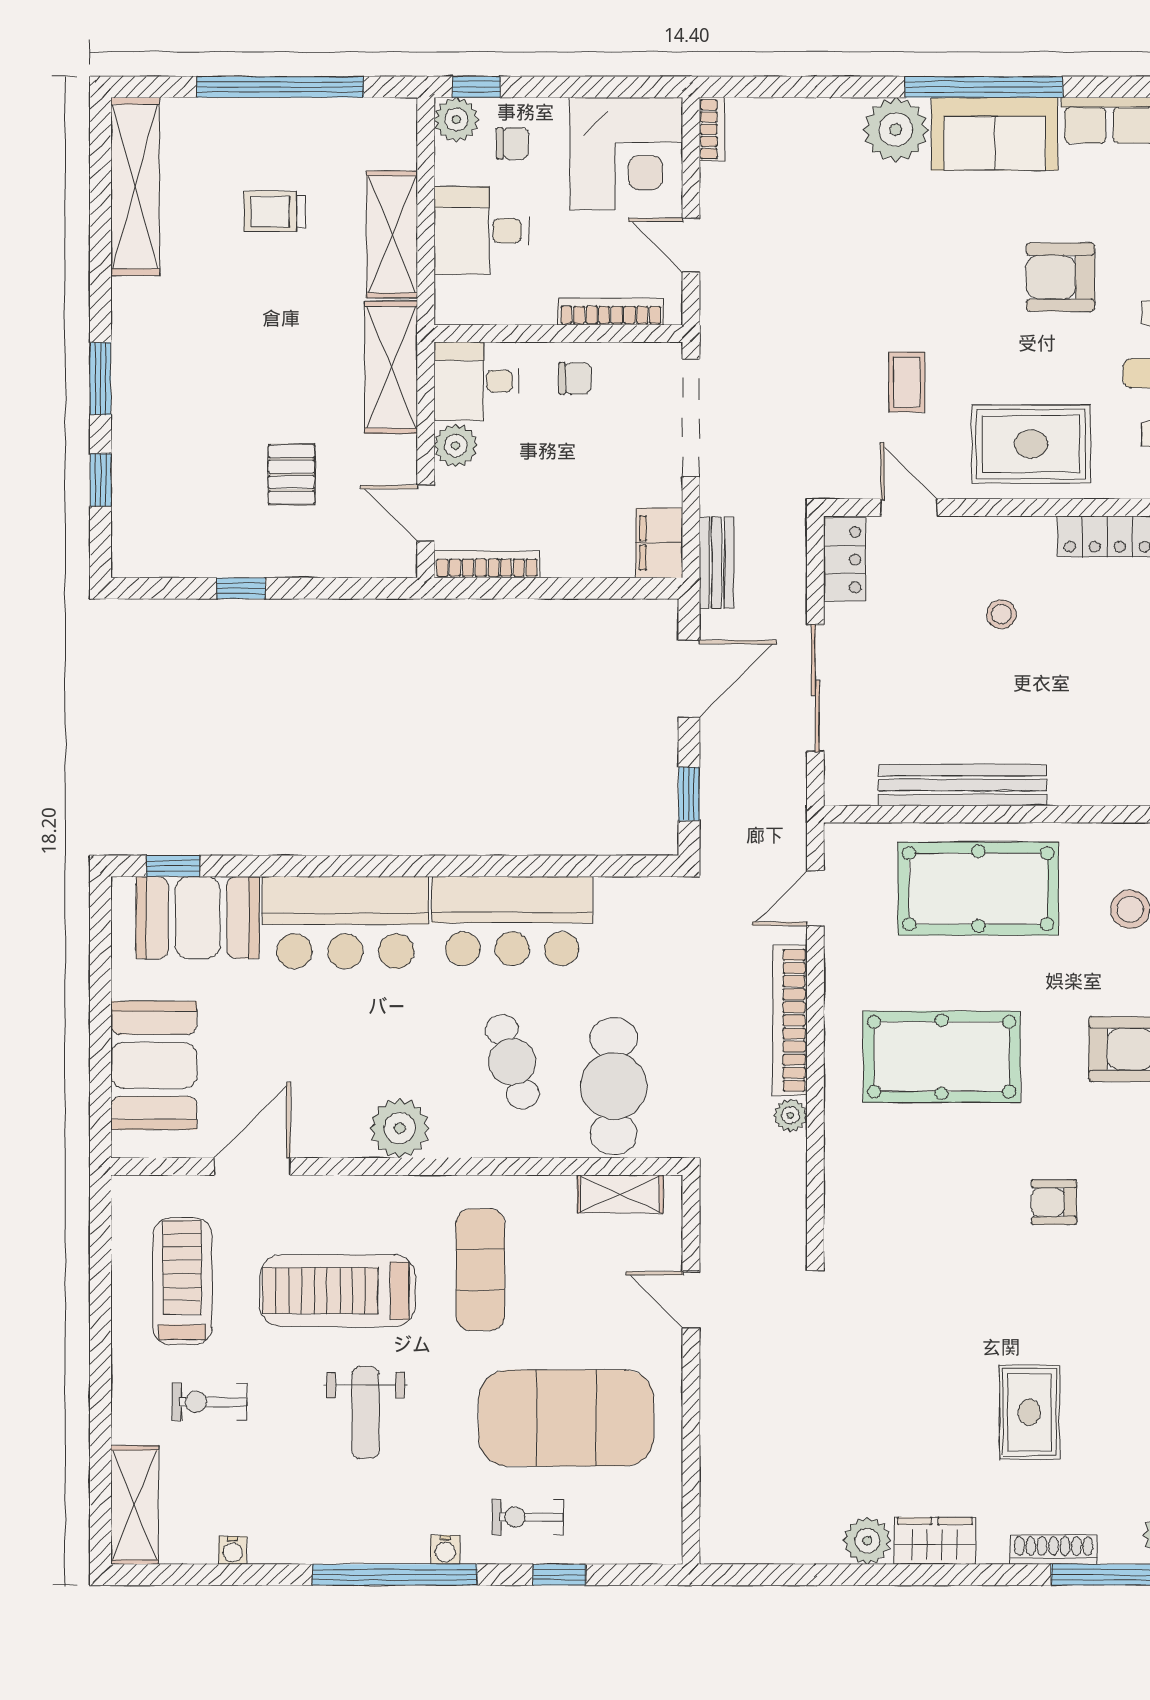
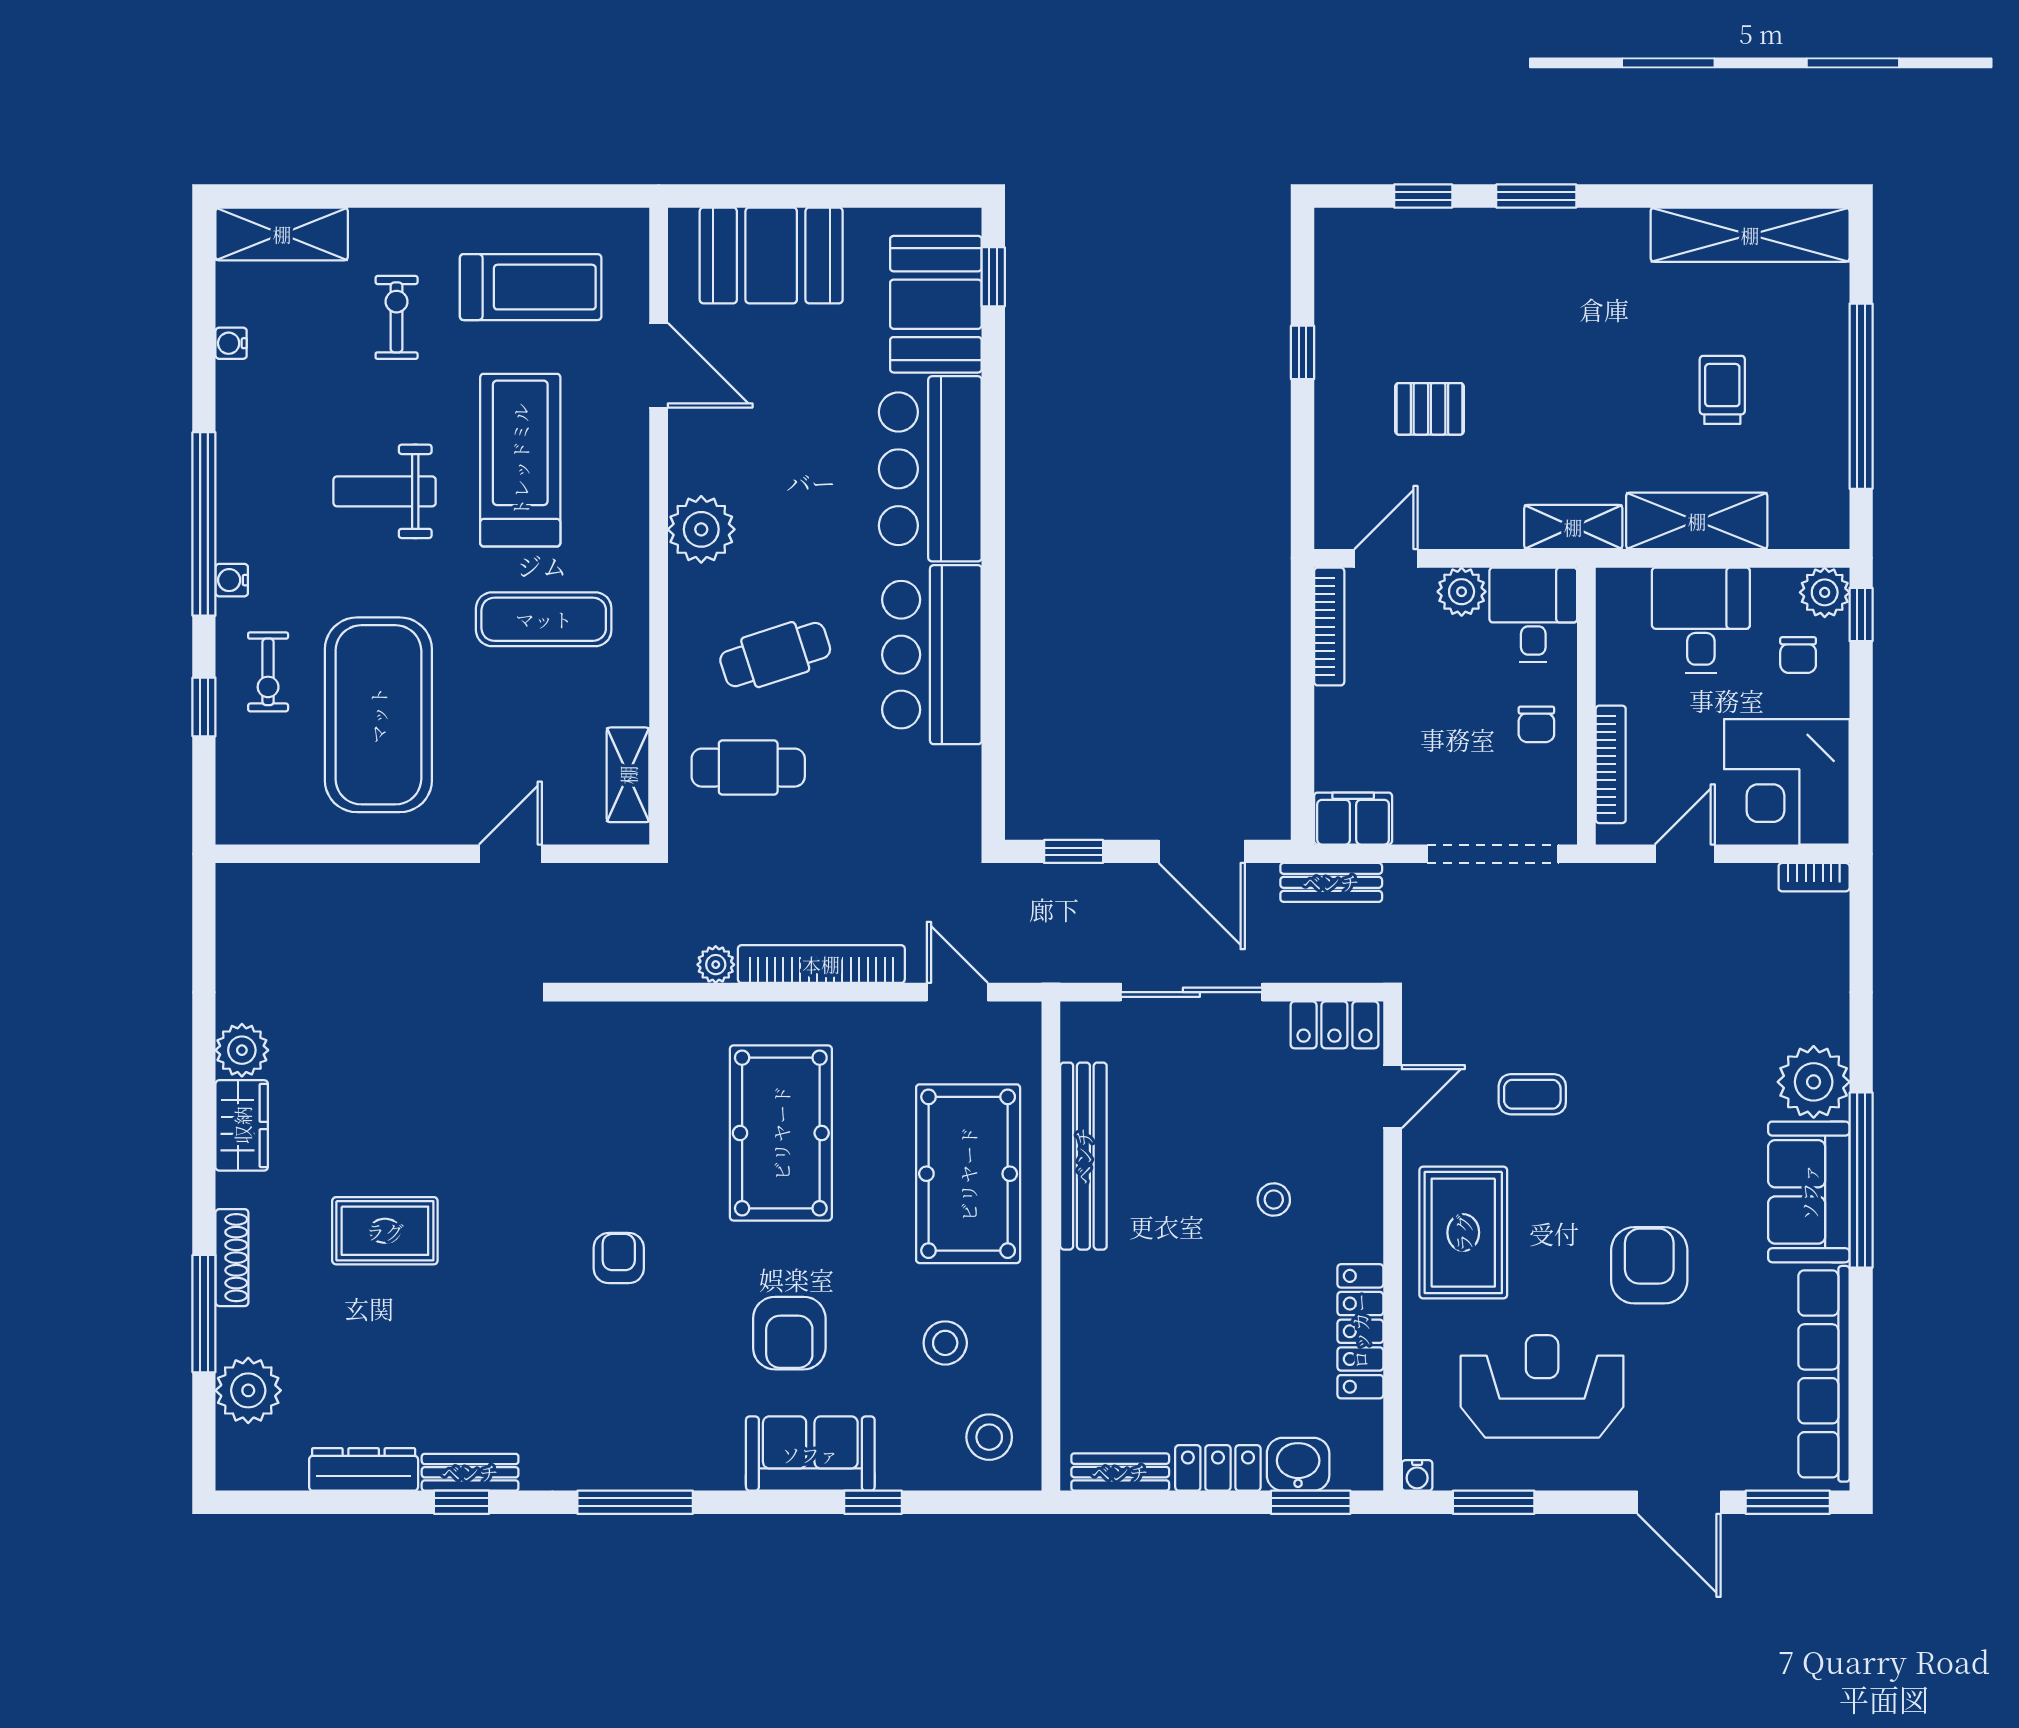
shelving: (391, 367) -> (1573, 527), width x0.67, depth x0.75
cafe table: (614, 1086) -> (748, 768), width x0.73, depth x0.74
exercise bike: (528, 1517) -> (268, 672), turned 180

